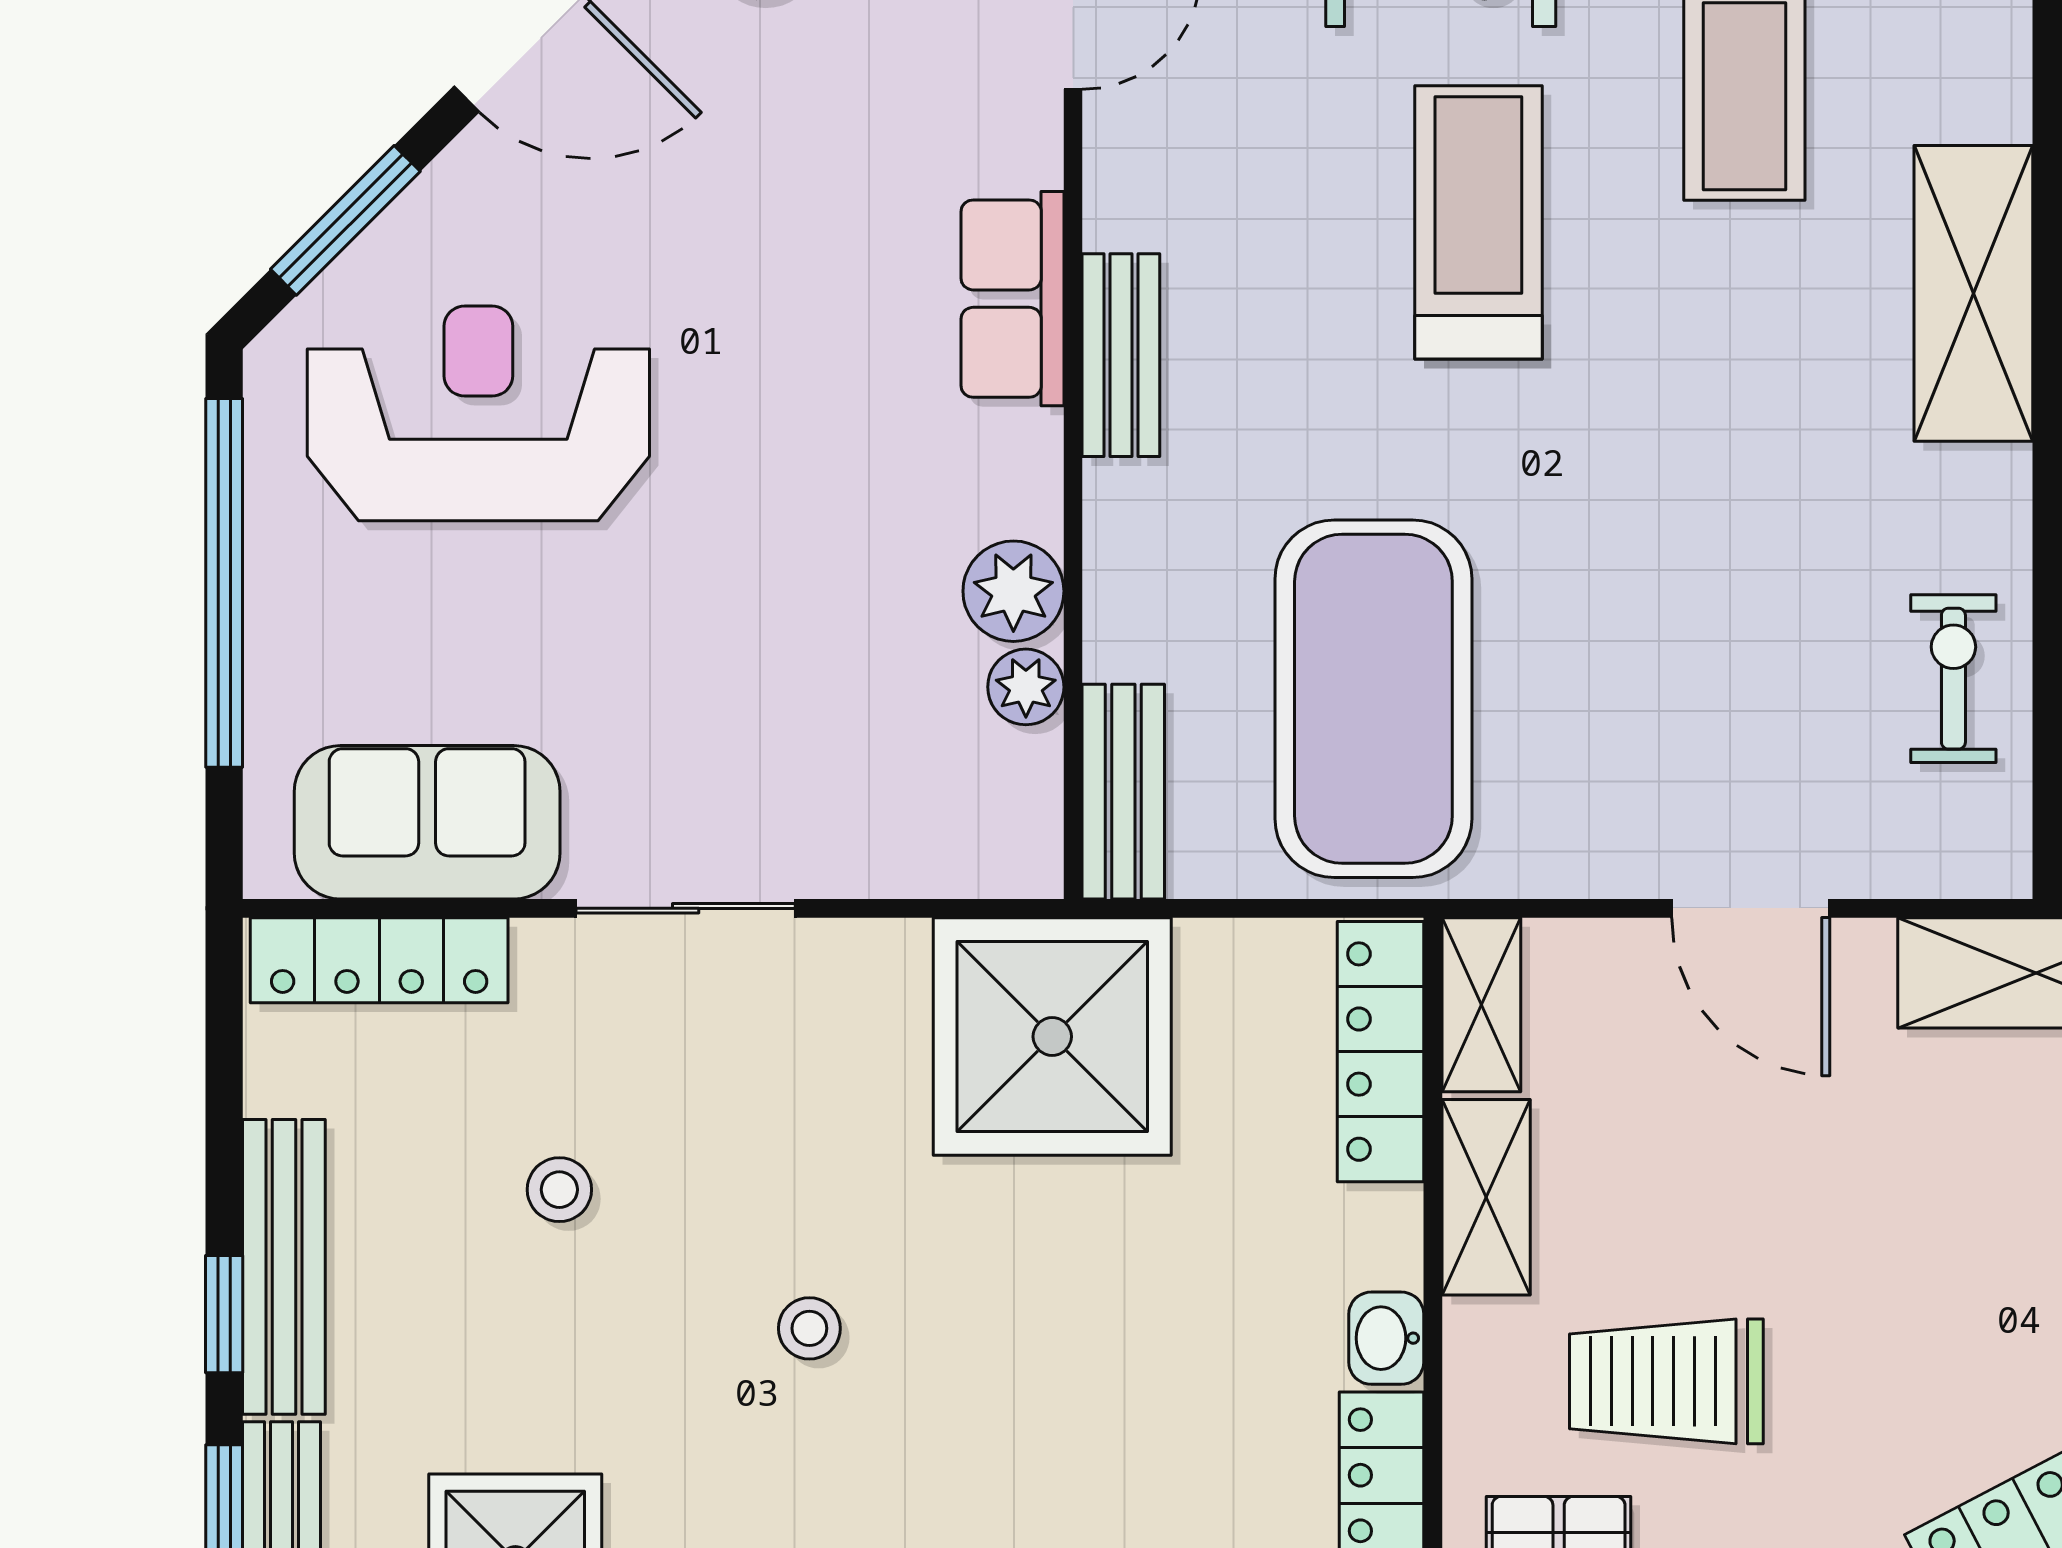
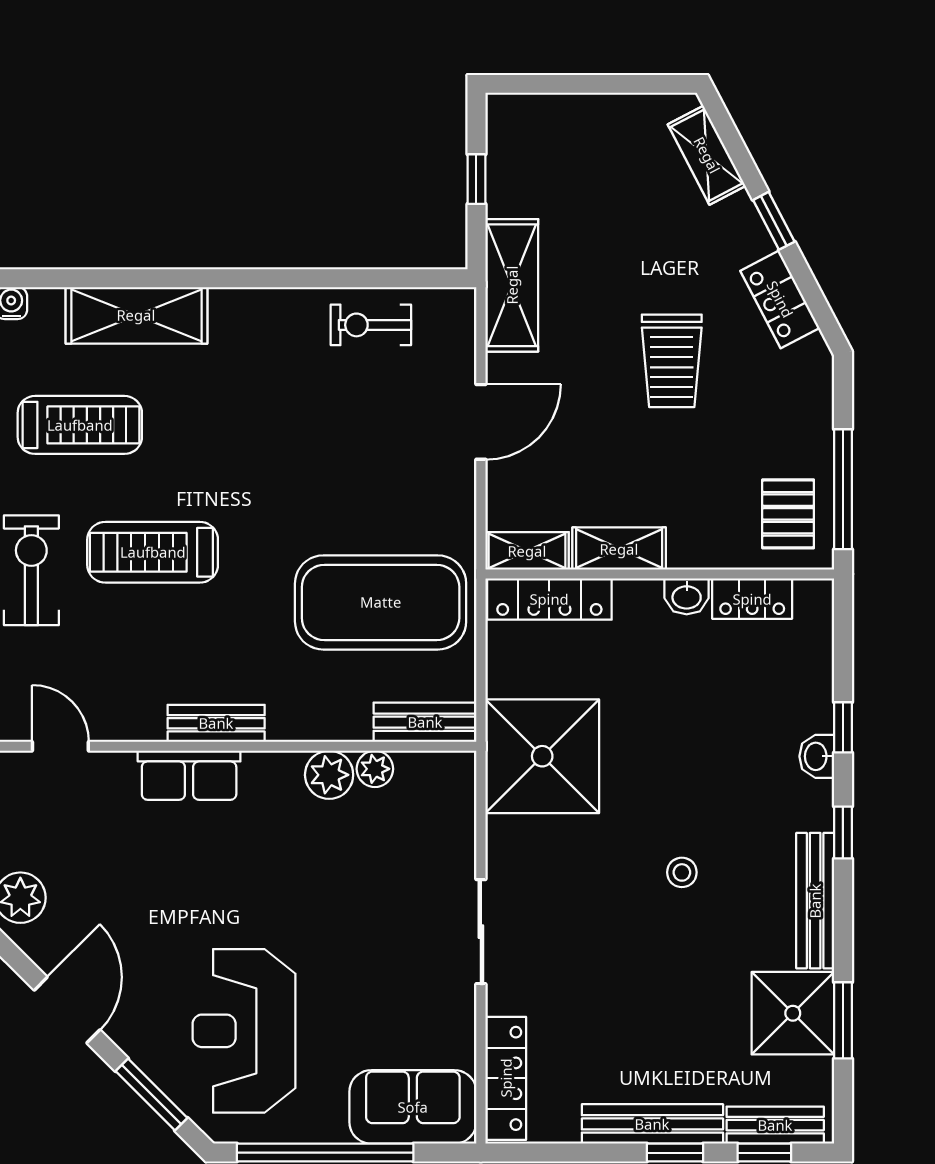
shelving: (1973, 293) -> (136, 315), moved
sofa: (427, 822) -> (413, 1107), moved, turned 90
stool: (559, 1190) -> (615, 992), removed
trolley: (1666, 1381) -> (672, 361), moved

